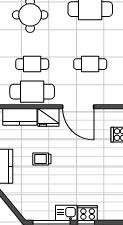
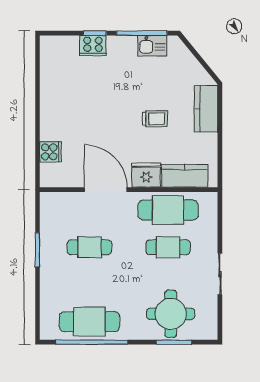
kitchen sink: (66, 213) -> (152, 46), moved

